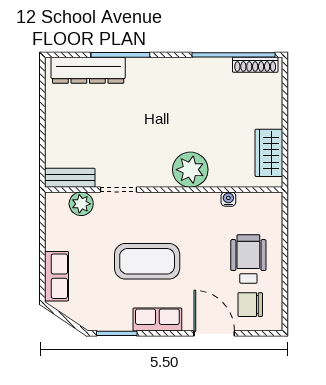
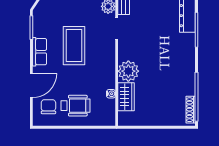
wardrobe: (269, 153) -> (126, 97), moved, turned 90

